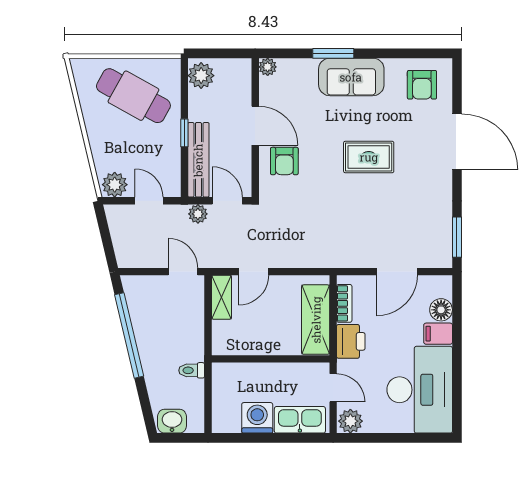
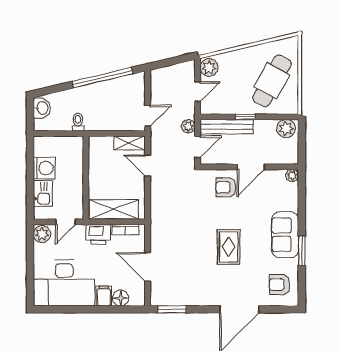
window: (333, 53) -> (302, 251), moved
kitchen sink: (300, 420) -> (43, 193), width x0.73

